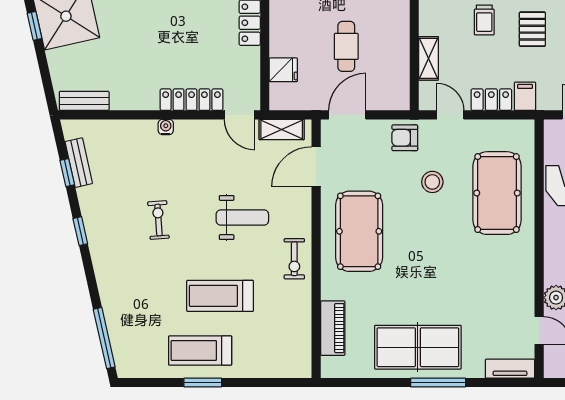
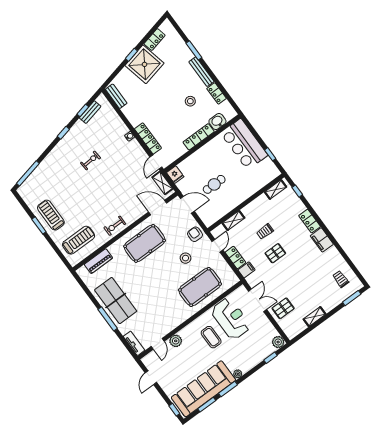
fridge: (283, 70) -> (175, 175), moved
weight bench: (242, 217) -> (116, 193), removed
treadmill: (220, 296) -> (79, 240), moved, turned 90

